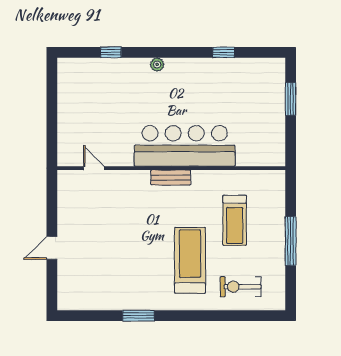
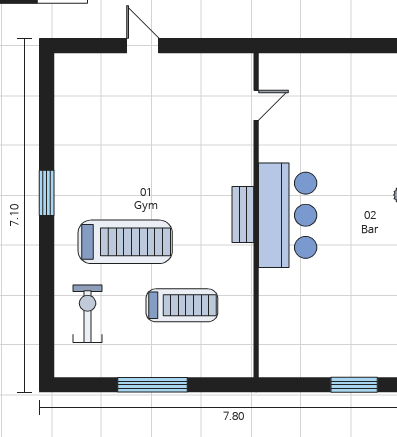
bar counter: (185, 146) -> (288, 215), width x0.73
treadmill: (235, 220) -> (182, 305), turned 180
window: (138, 316) -> (47, 193), moved

